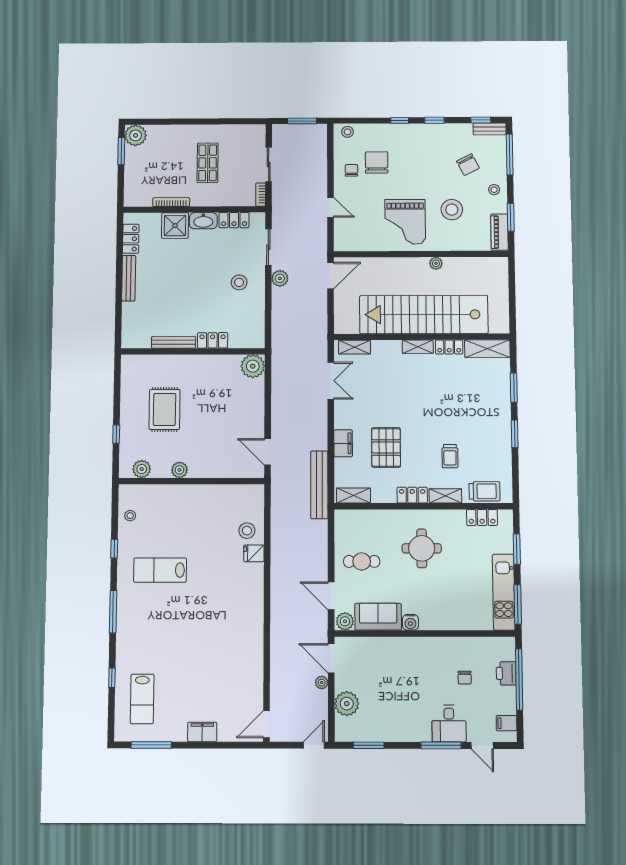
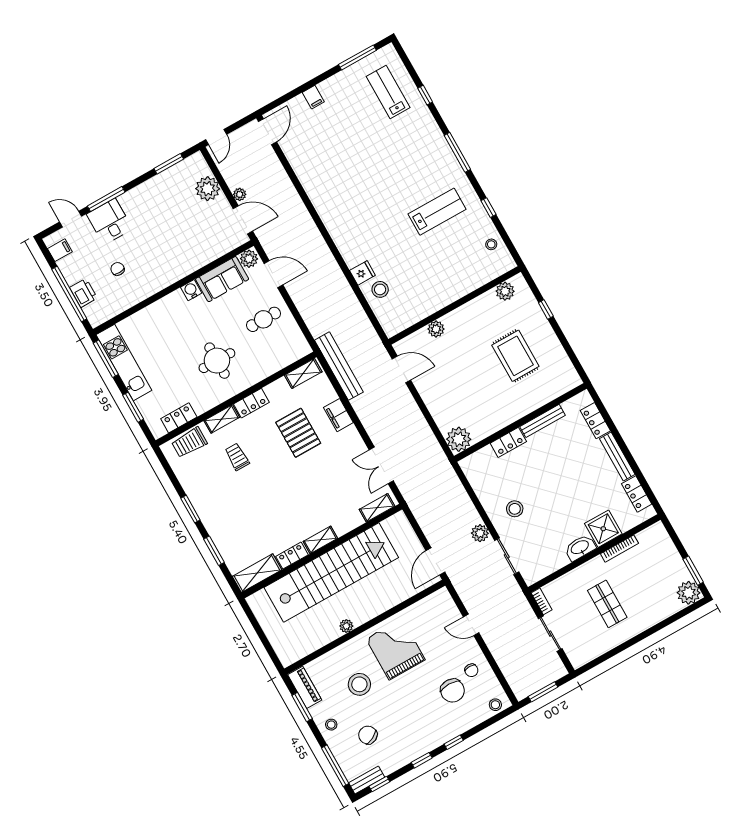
locker: (234, 220) -> (595, 421), moved, turned -90
plant: (179, 470) -> (436, 329), moved
filing cabinet: (202, 732) -> (313, 97), width x0.50

